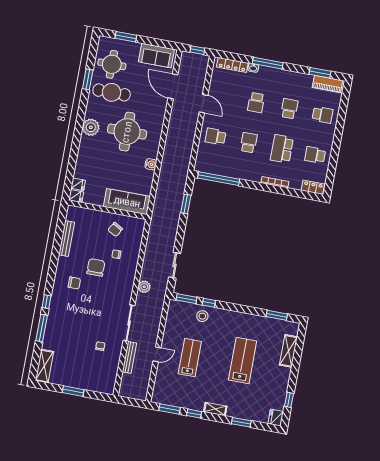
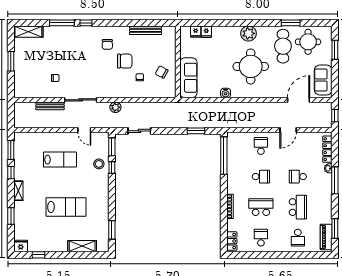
school desk: (289, 109) -> (298, 207), width x1.85
fridge: (76, 196) -> (206, 32), moved
door: (157, 354) -> (84, 130), moved

